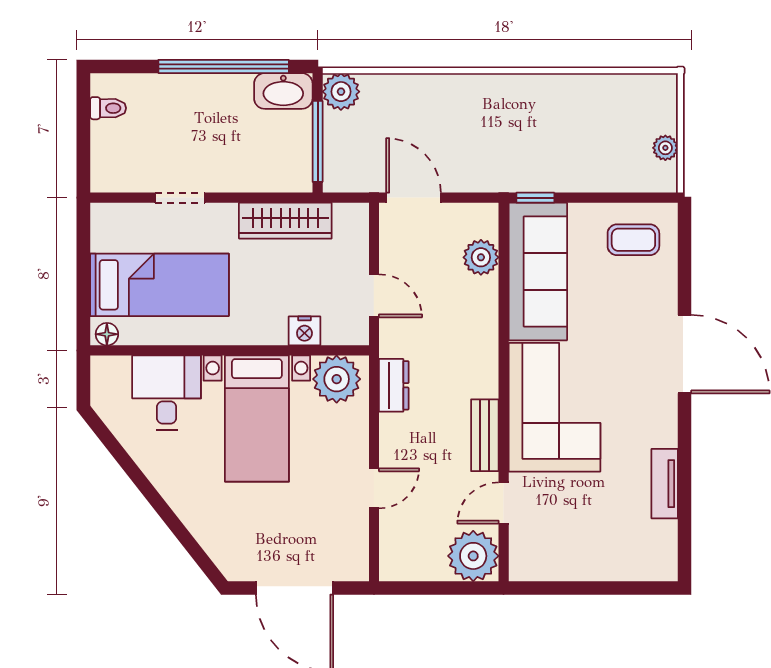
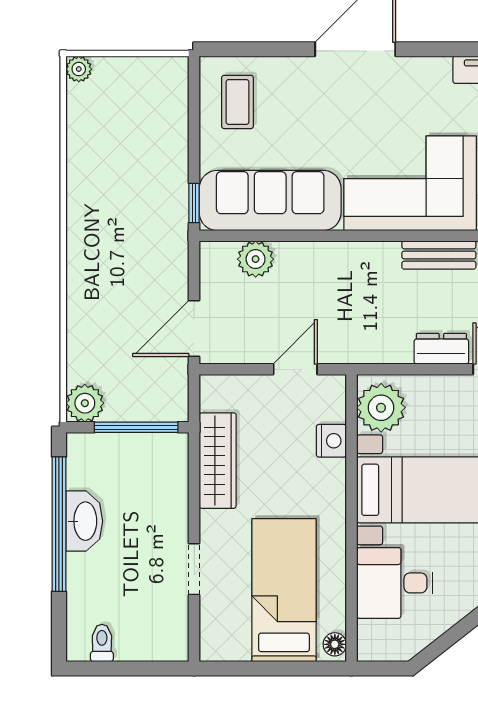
washbasin: (283, 91) -> (84, 521), moved
plant: (665, 148) -> (79, 69), moved
dresser: (394, 385) -> (441, 349), moved

